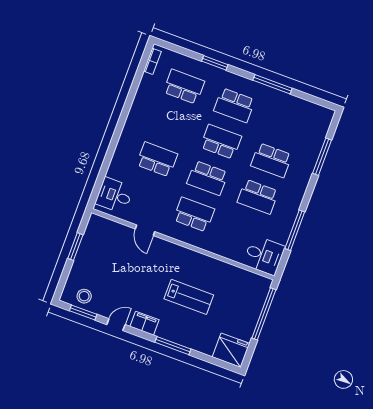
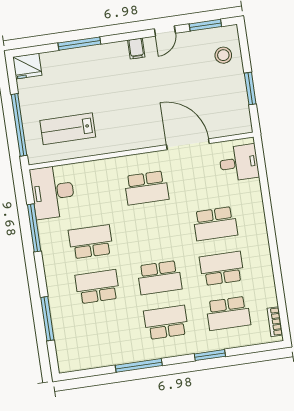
school desk: (207, 178) -> (222, 268), moved
door: (145, 230) -> (188, 144), width x1.88
desk: (264, 255) -> (53, 192), width x1.37
stool: (84, 296) -> (223, 55), moved
lab bench: (189, 297) -> (68, 129), moved
filing cabinet: (145, 323) -> (136, 49), width x0.50
window: (173, 346) -> (79, 44), moved
fridge: (231, 350) -> (27, 66), width x0.73, depth x0.75

